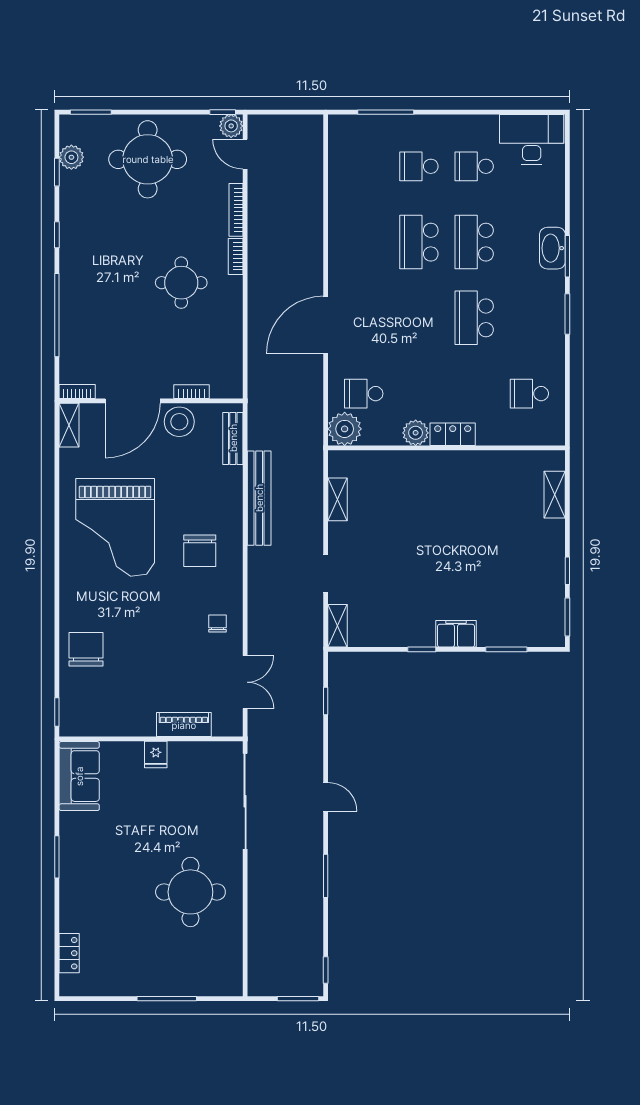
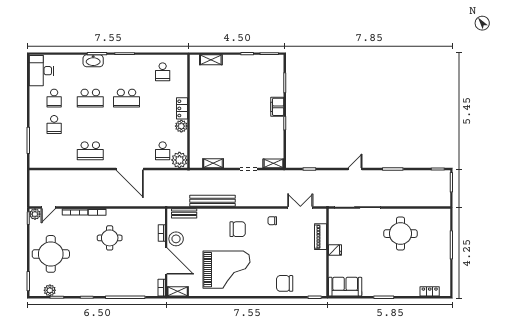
school desk: (419, 242) -> (90, 151), moved

